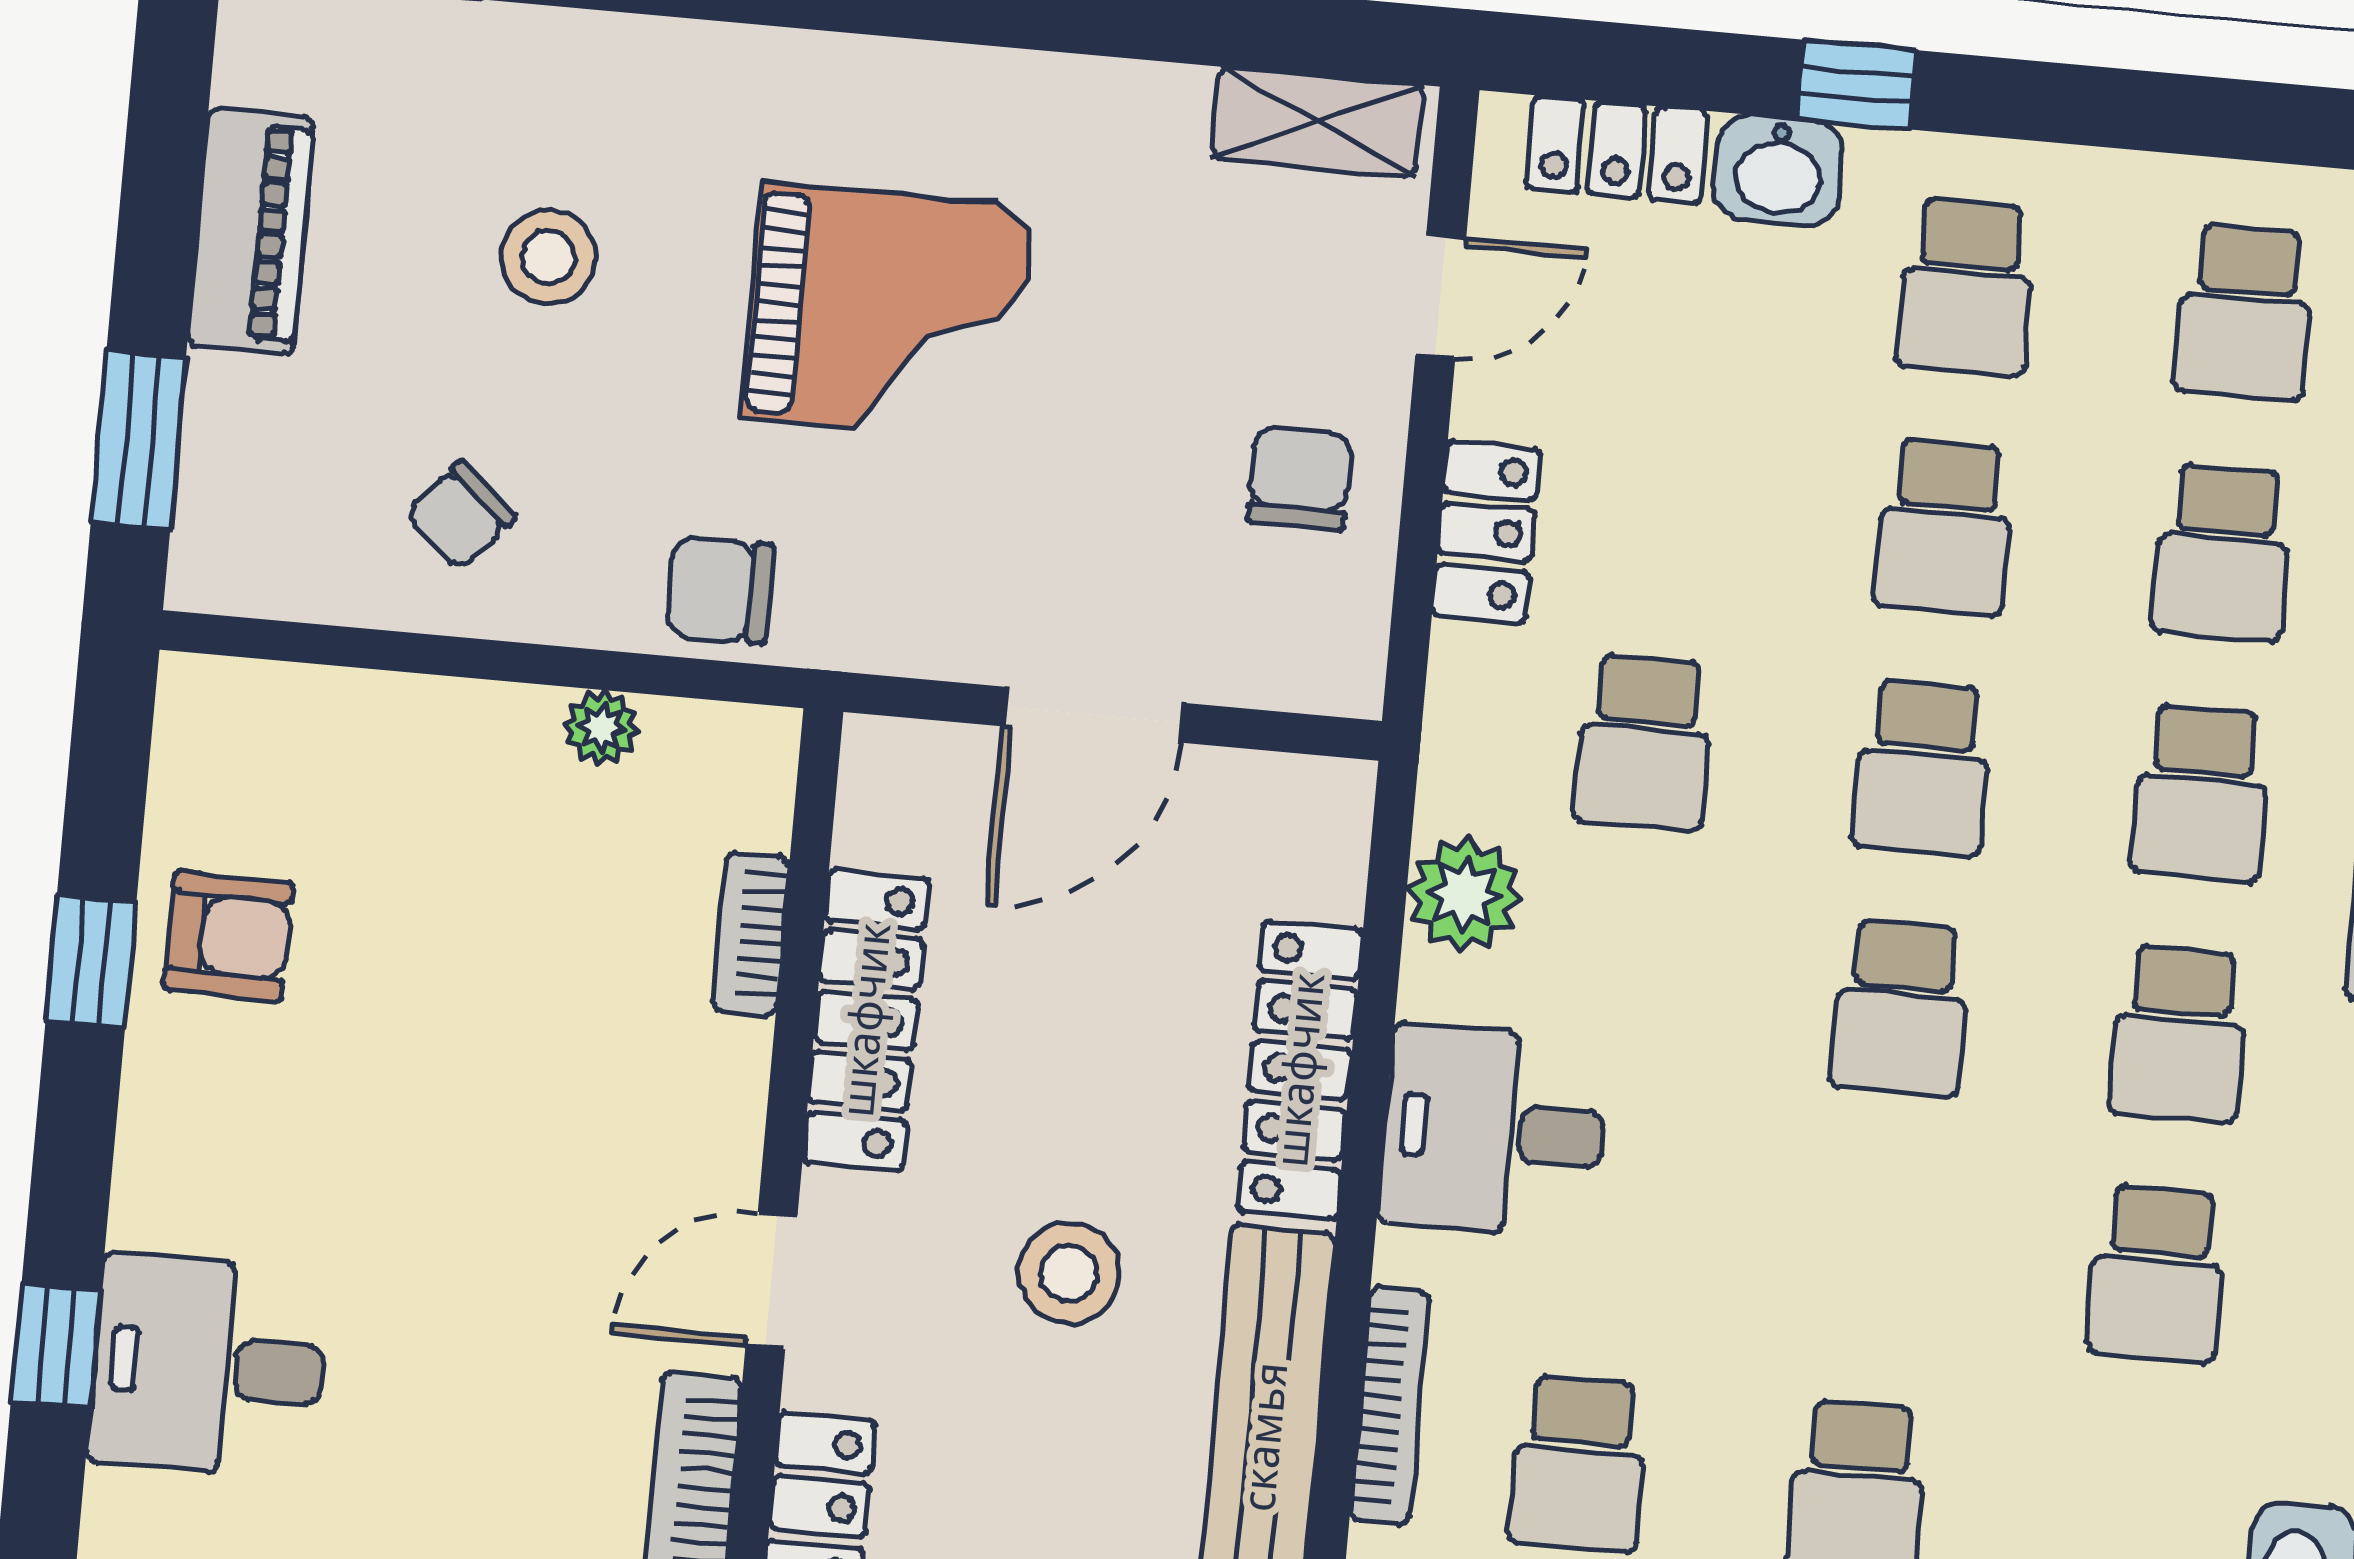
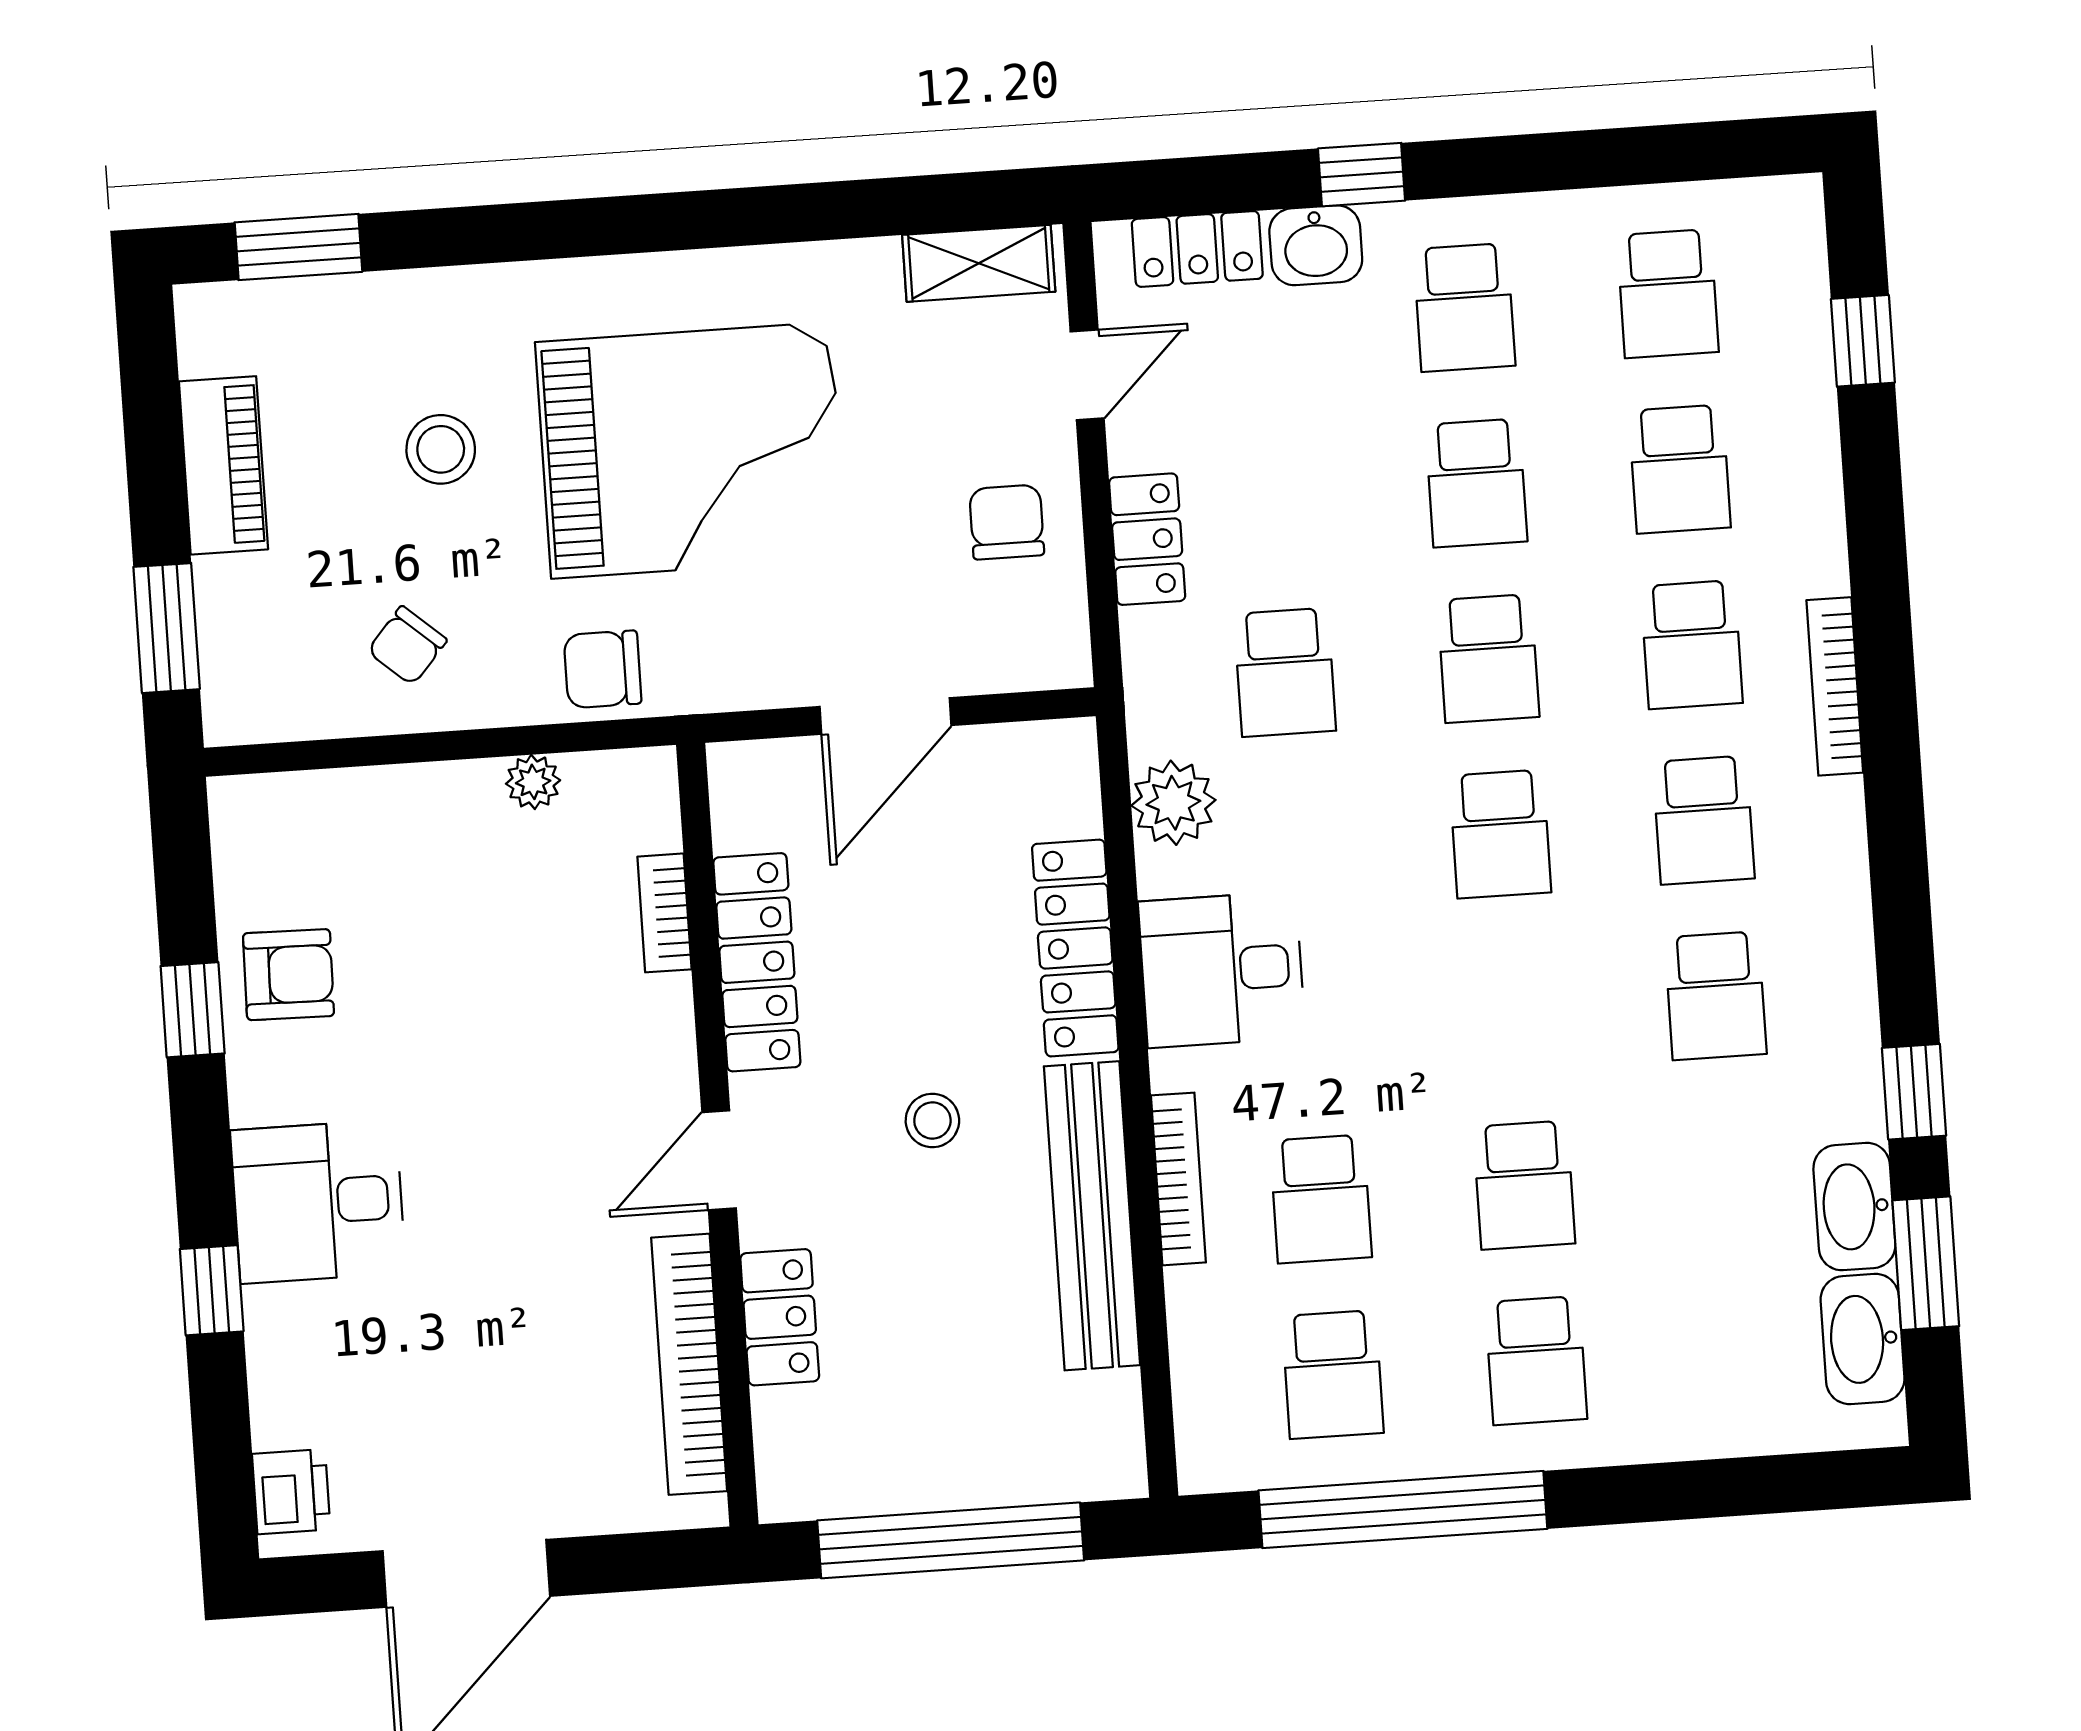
grand piano: (887, 313) -> (691, 450), width x1.37, depth x1.48
stool: (1069, 1273) -> (932, 1121), width x0.73, depth x0.73
desk: (209, 1366) -> (318, 1202), moved

